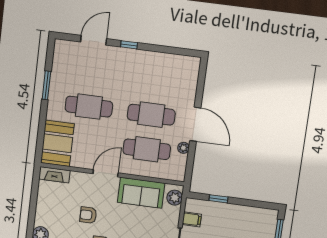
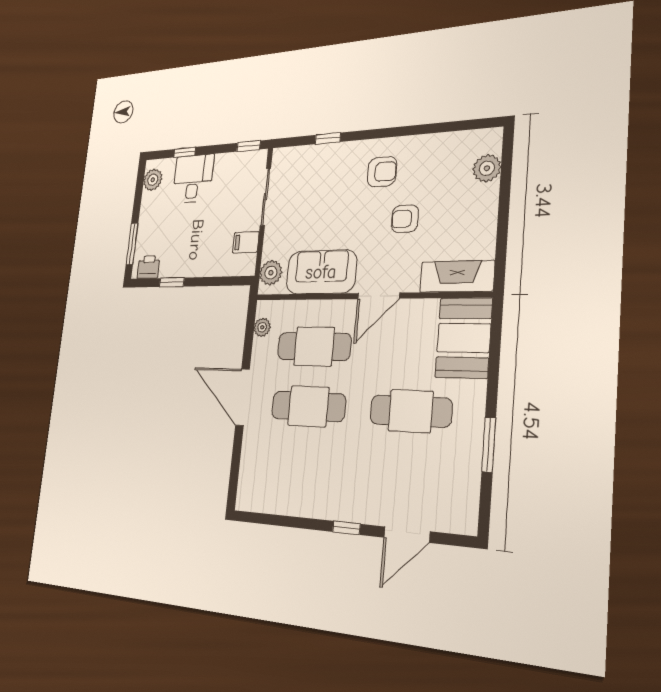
plant: (183, 148) -> (262, 327), moved
fireplace: (54, 175) -> (457, 276), width x1.37, depth x1.32
window: (219, 199) -> (172, 282), moved
armchair: (88, 215) -> (405, 219), turned 180
printer: (265, 215) -> (148, 267), added

